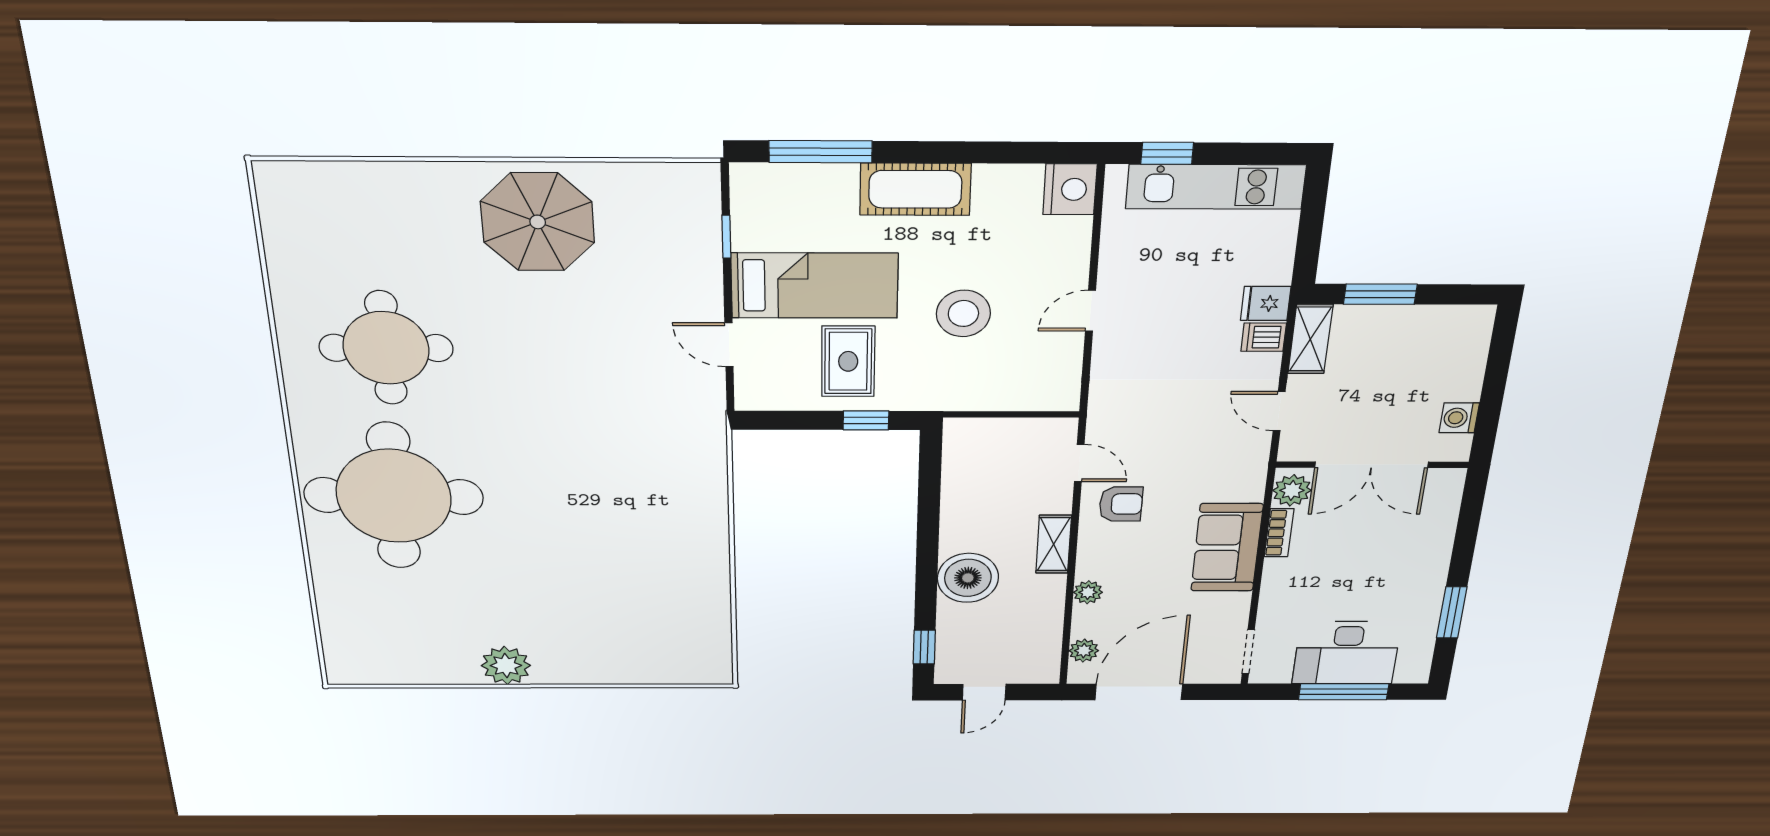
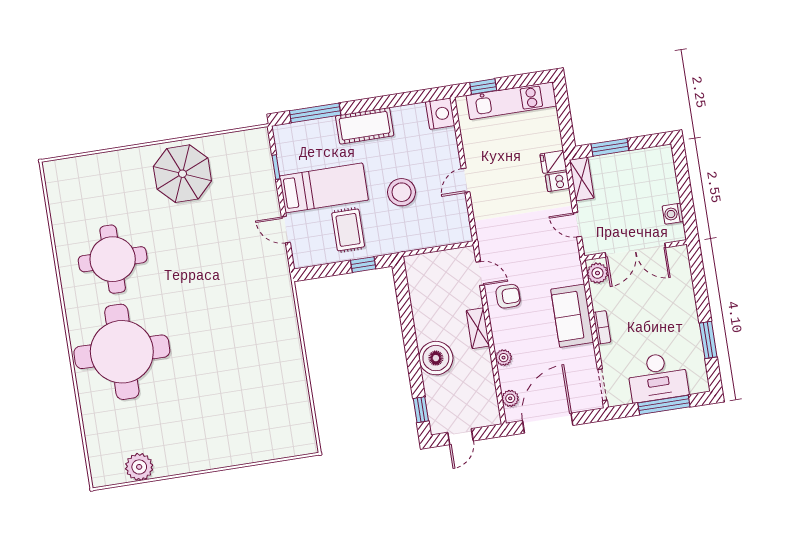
bookcase: (1279, 533) -> (602, 327), moved
plant: (506, 666) -> (139, 467), moved

